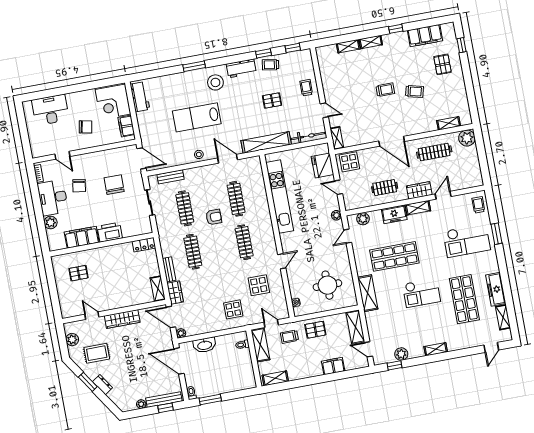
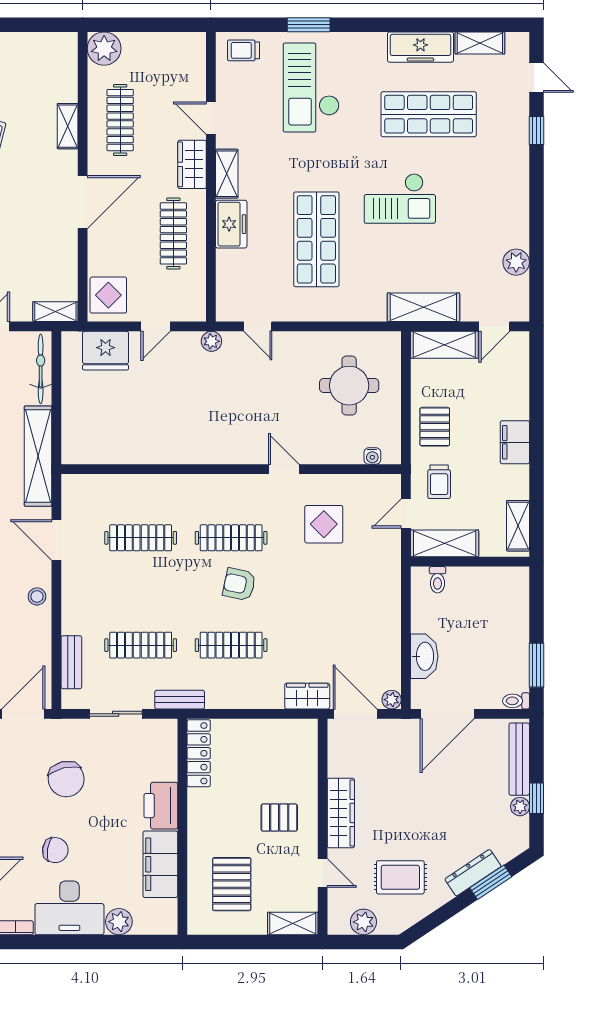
shelving: (449, 123) -> (68, 126), moved
door: (228, 159) -> (56, 540), hinge flipped
chair: (114, 185) -> (66, 779), turned -103
clothes rail: (385, 188) -> (173, 233), width x1.36
kitchen unit: (280, 197) -> (152, 449), removed
armchair: (214, 217) -> (239, 584), moved, turned -78
plant: (363, 219) -> (228, 289), removed
checkout: (467, 241) -> (311, 88), turned 180
locker: (144, 245) -> (199, 753), width x1.53
bench: (169, 269) -> (180, 700), moved
pallet: (78, 273) -> (232, 884), width x1.50, depth x1.42
shelving: (158, 289) -> (293, 924), moved
pallet: (115, 290) -> (279, 818), added
shelving: (368, 293) -> (423, 307), moved
checkout: (421, 293) -> (400, 198), turned 90
display table: (233, 309) -> (363, 585), removed
door: (92, 316) -> (323, 873), swing flipped
door: (171, 317) -> (355, 714), swing flipped
shelving: (436, 349) -> (519, 191), removed
rug: (97, 353) -> (400, 877), turned 90
window: (395, 365) -> (536, 130), moved
filing cabinet: (333, 366) -> (515, 442), moved
window: (88, 382) -> (491, 882), moved
dresser: (103, 385) -> (473, 873), width x1.44
window: (166, 408) -> (536, 798), moved

